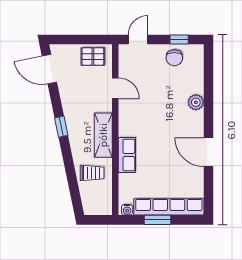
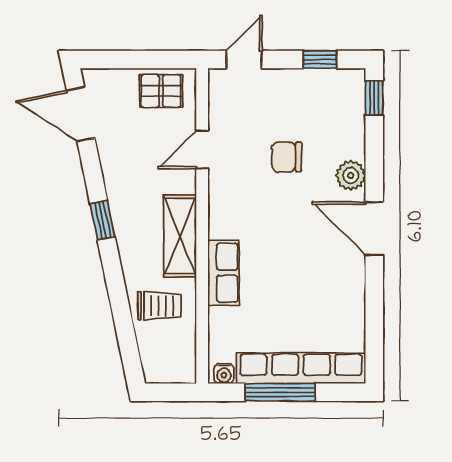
chair: (174, 58) -> (287, 157), moved, turned 90
window: (209, 60) -> (374, 98), added
door: (115, 88) -> (202, 150), swing flipped
door: (209, 152) -> (374, 229), moved
window: (157, 220) -> (280, 392), width x1.44

